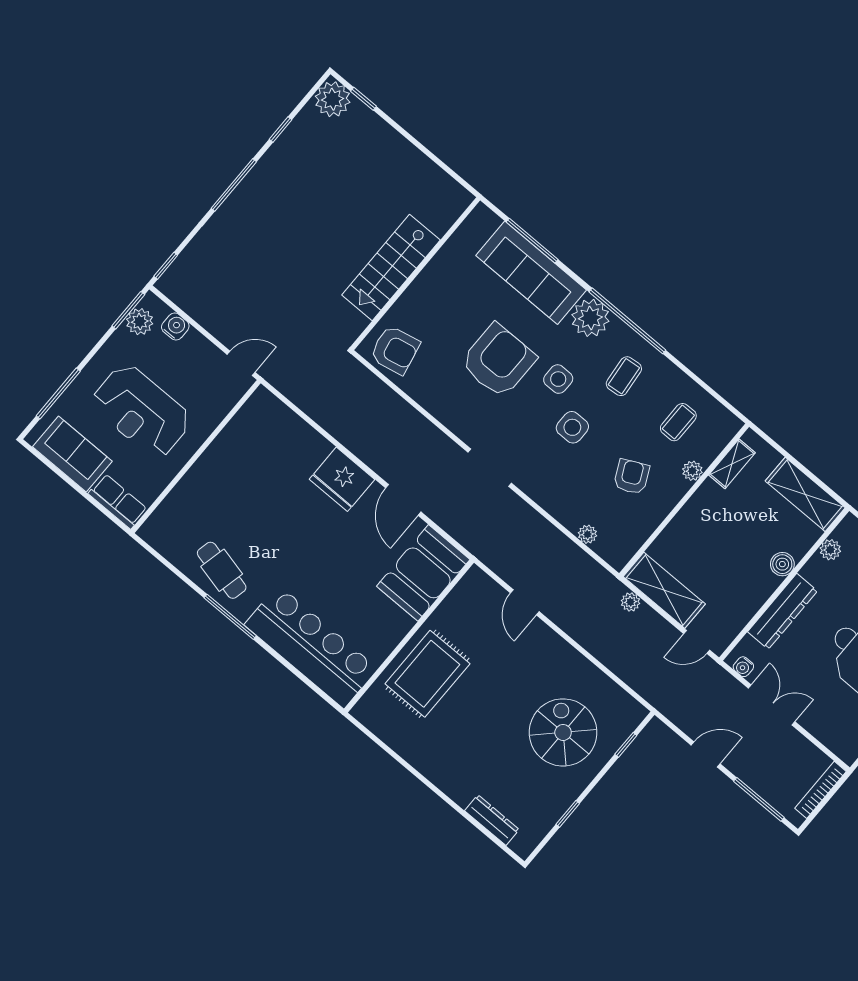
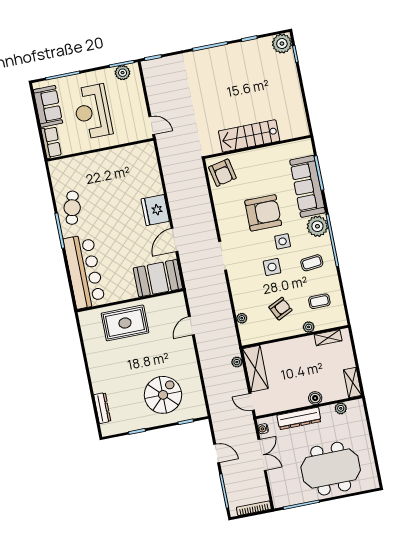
water cooler: (175, 327) -> (136, 87), removed
shelving: (805, 494) -> (352, 383), width x0.67, depth x0.75

